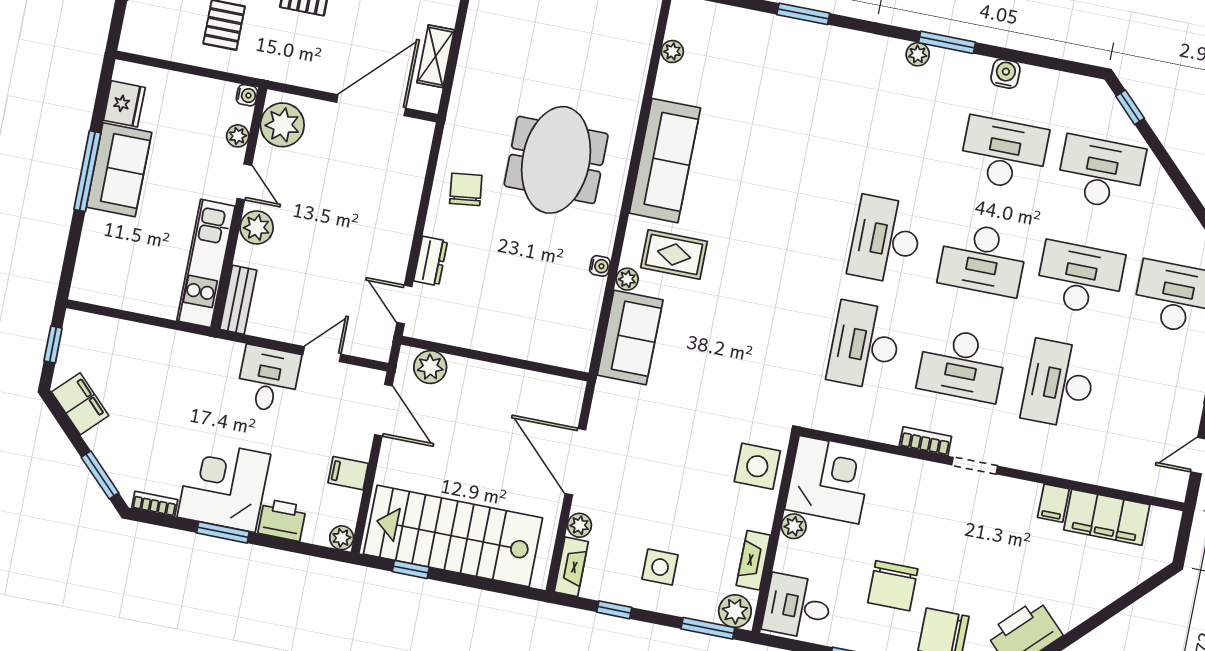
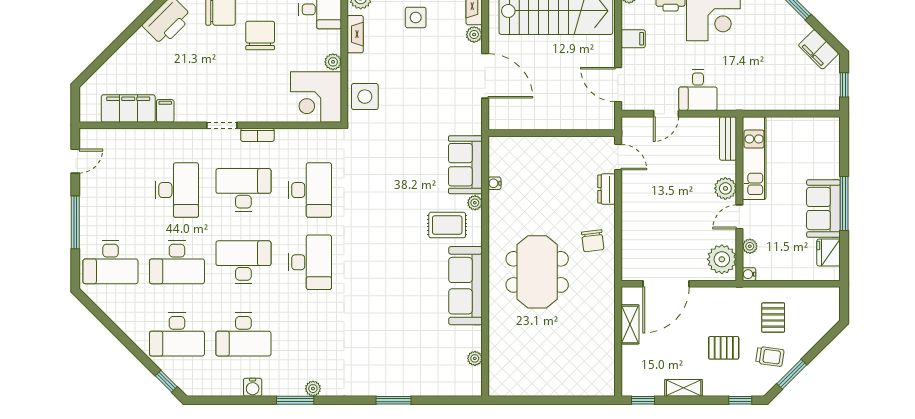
door: (244, 182) -> (739, 217), hinge flipped
water cooler: (600, 266) -> (494, 183), moved
plant: (430, 367) -> (593, 119), removed

